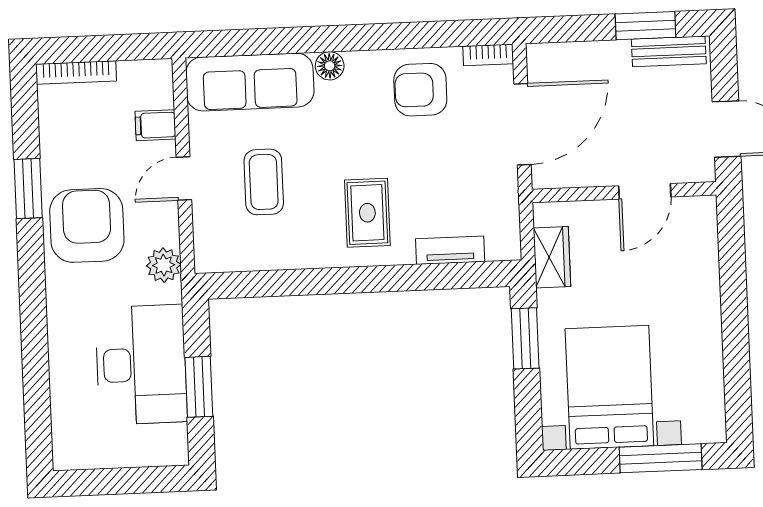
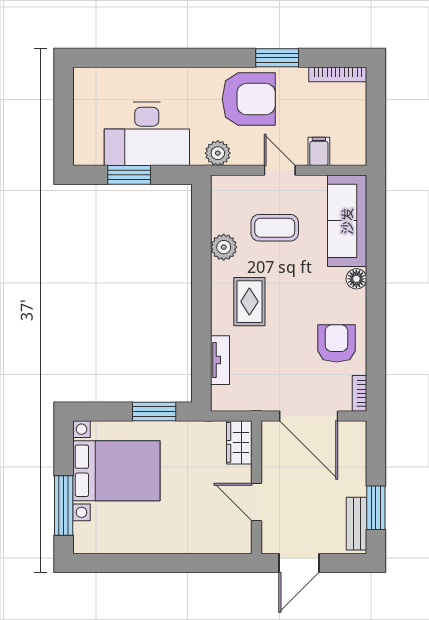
bookcase: (76, 72) -> (338, 74), moved, turned -90
rug: (367, 213) -> (249, 302), turned 90
plant: (293, 251) -> (224, 247), added
wardrobe: (552, 257) -> (239, 442), moved, turned 90

